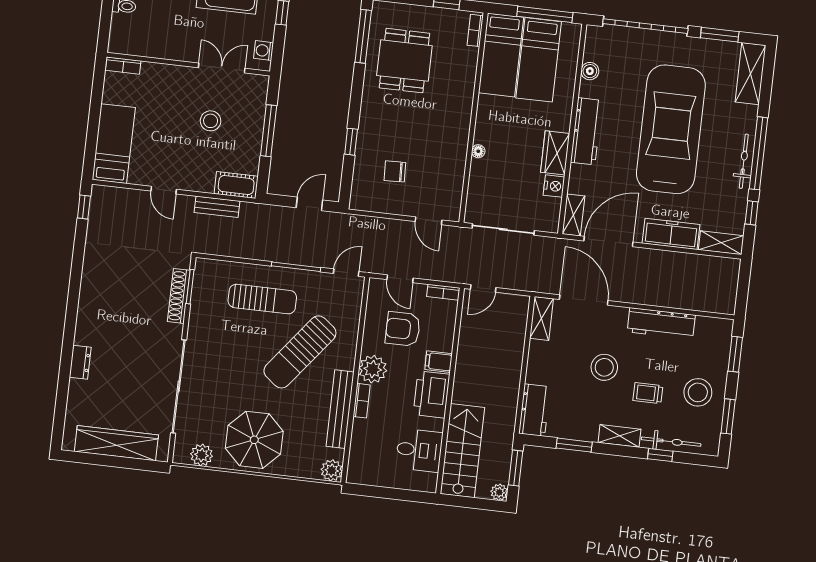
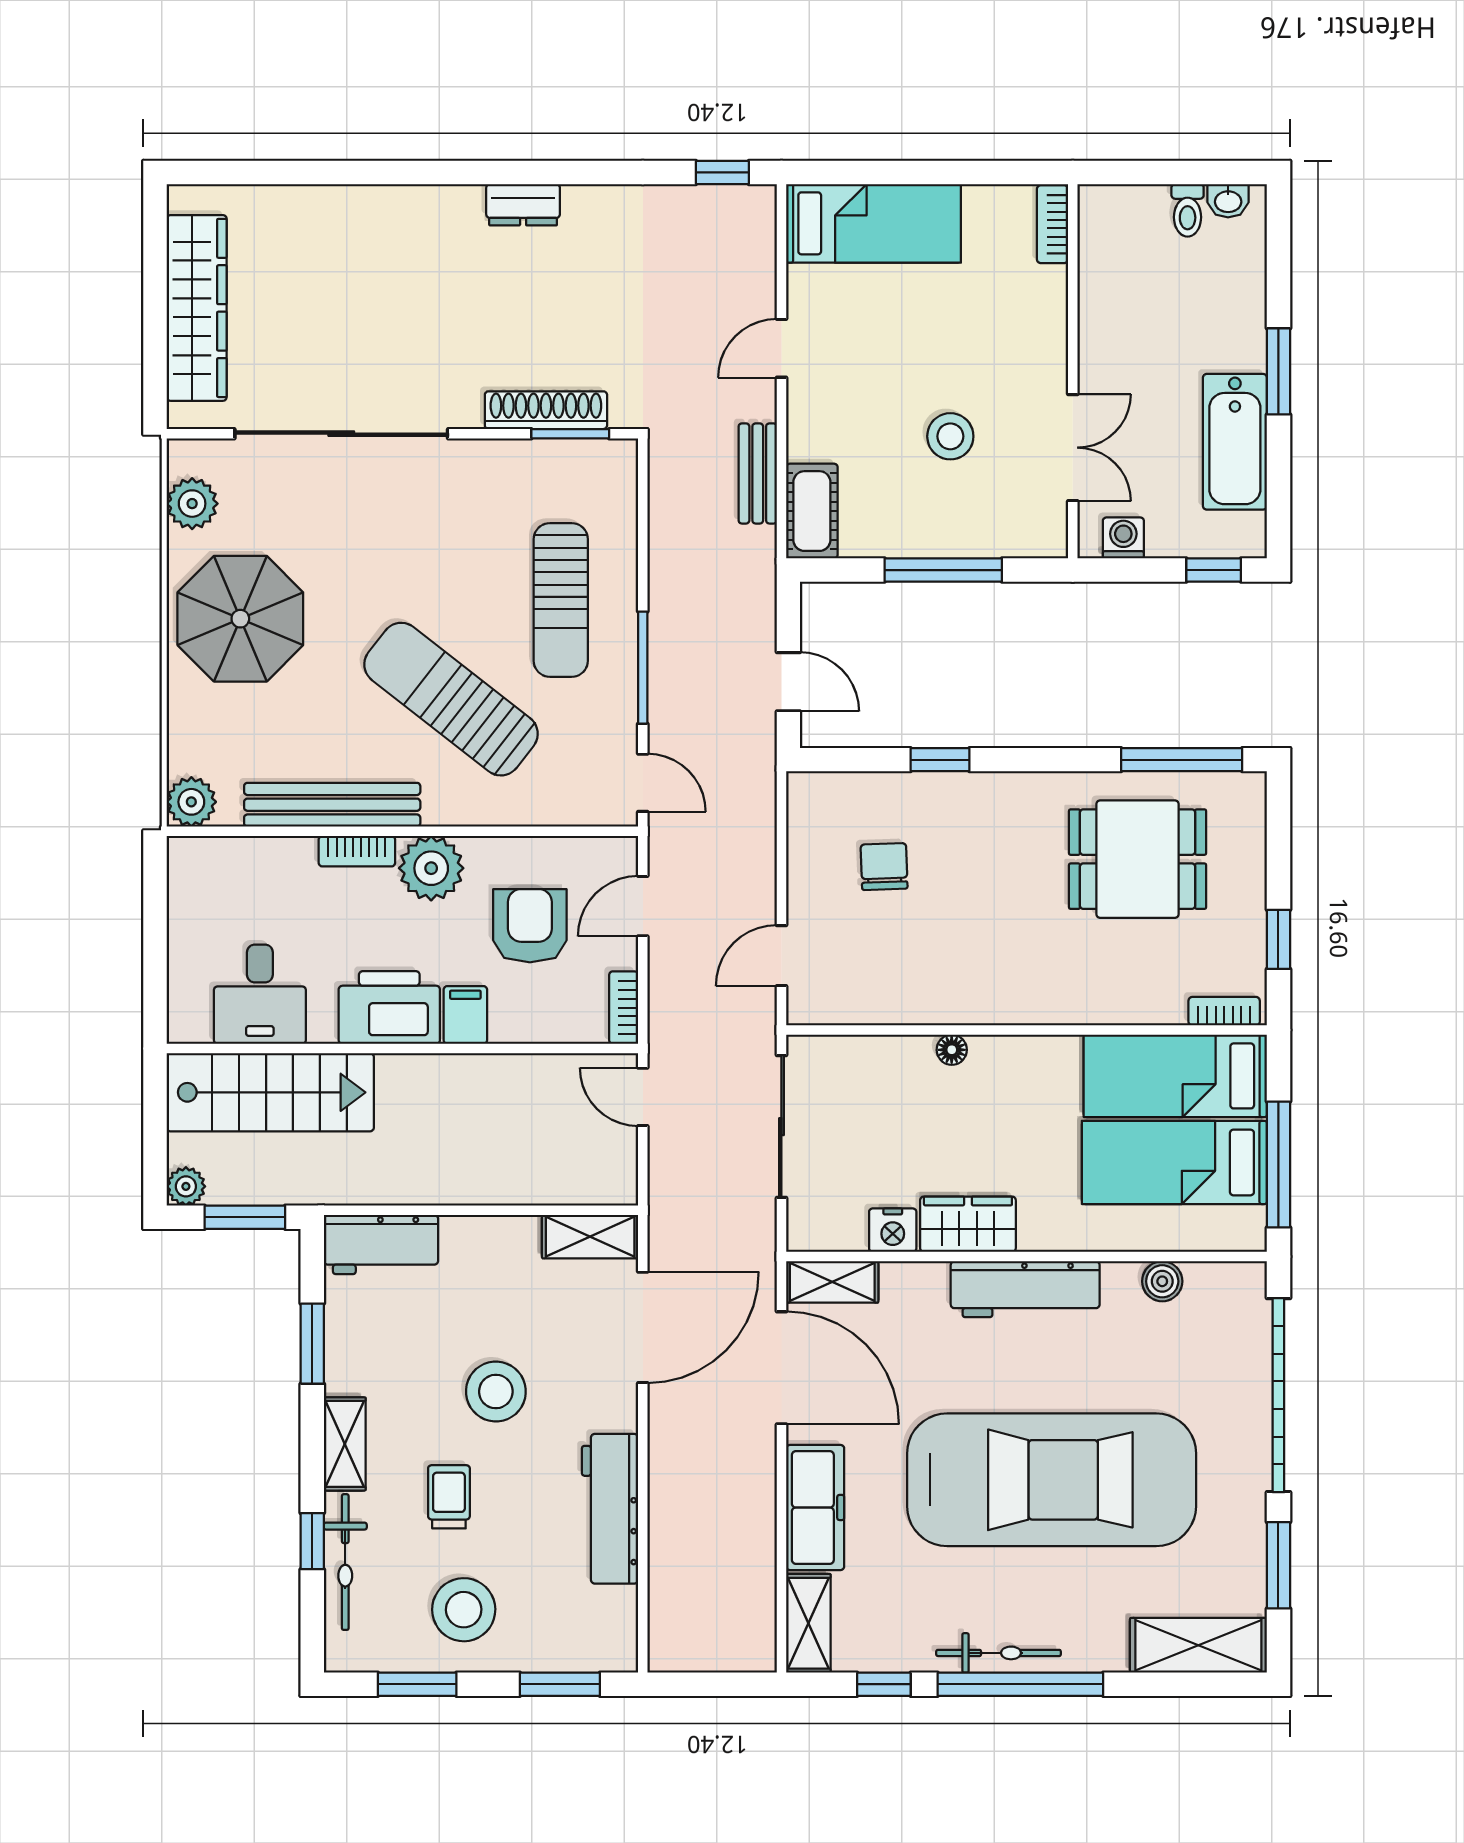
dresser: (80, 362) -> (523, 205), moved

